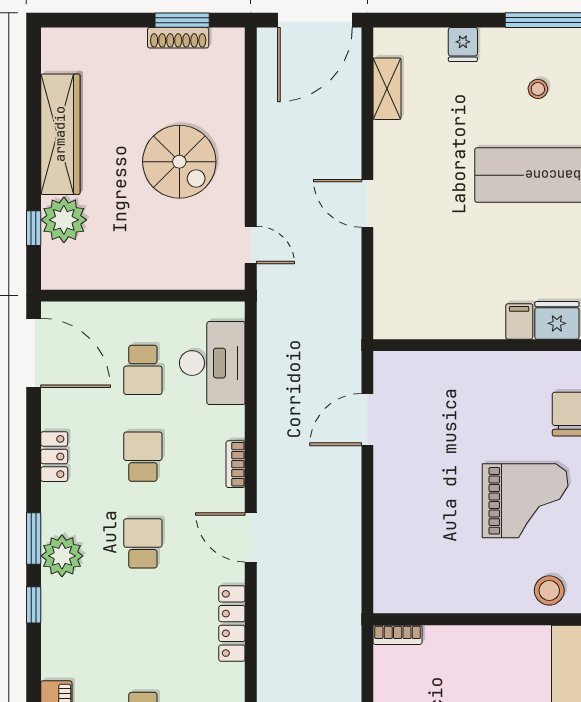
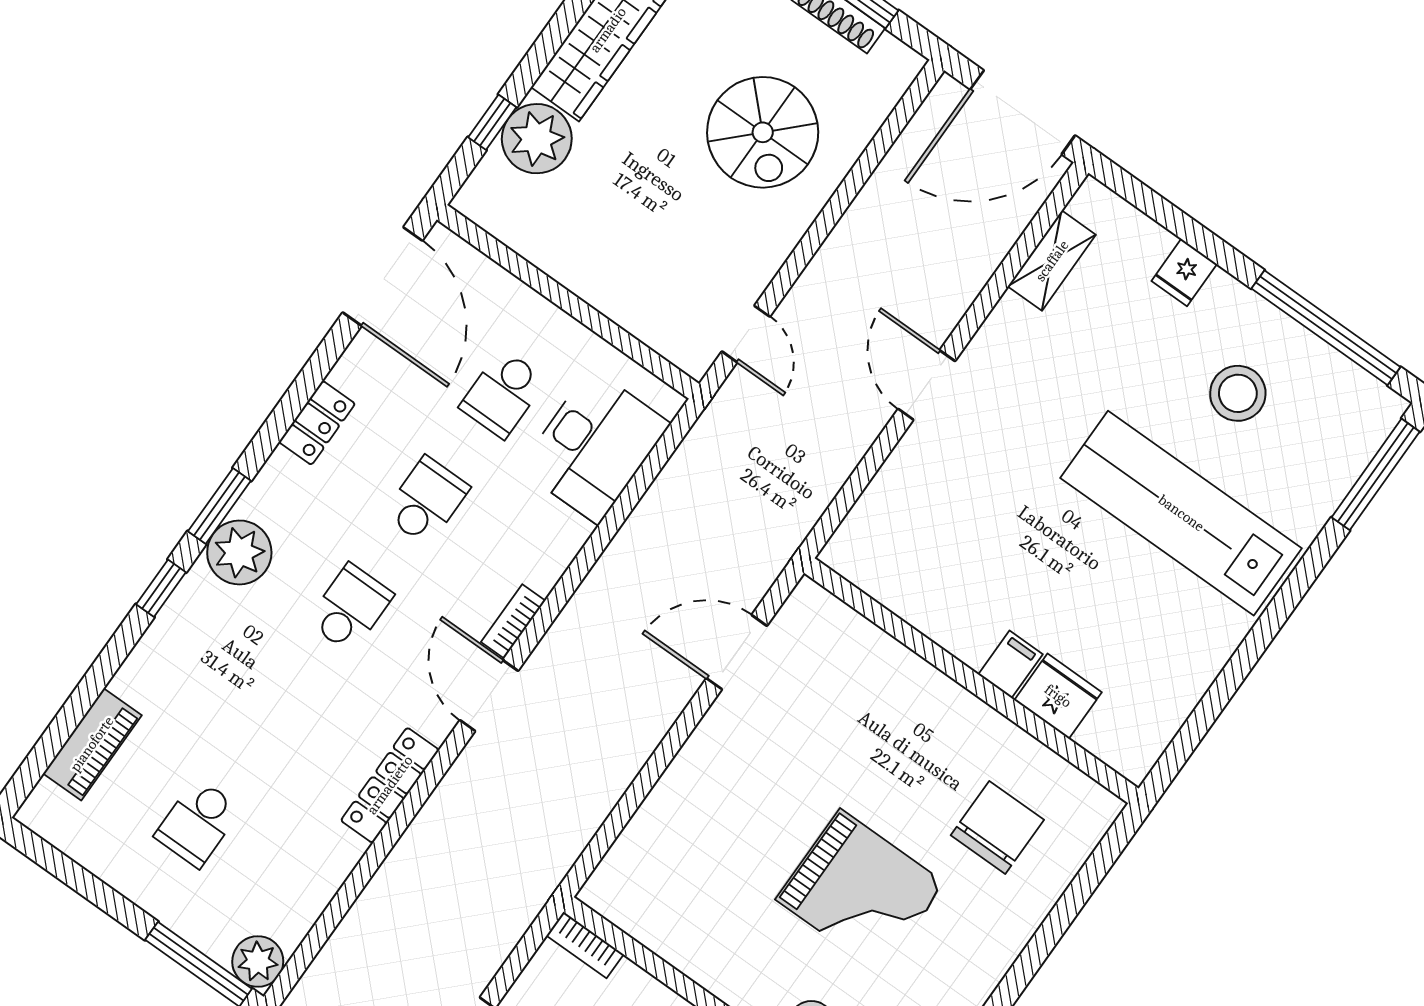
stool: (538, 89) -> (1238, 393), width x1.89, depth x1.89
spiral stairs: (179, 162) -> (763, 132), moved
bookcase: (236, 464) -> (513, 621), moved

